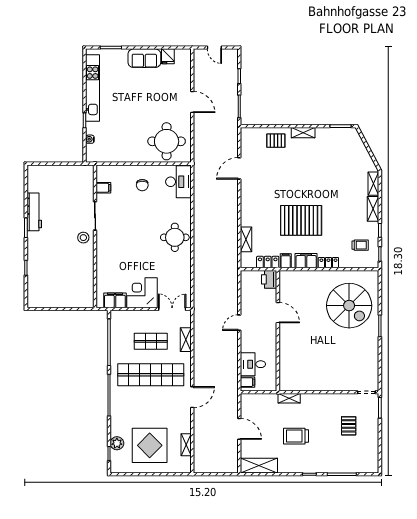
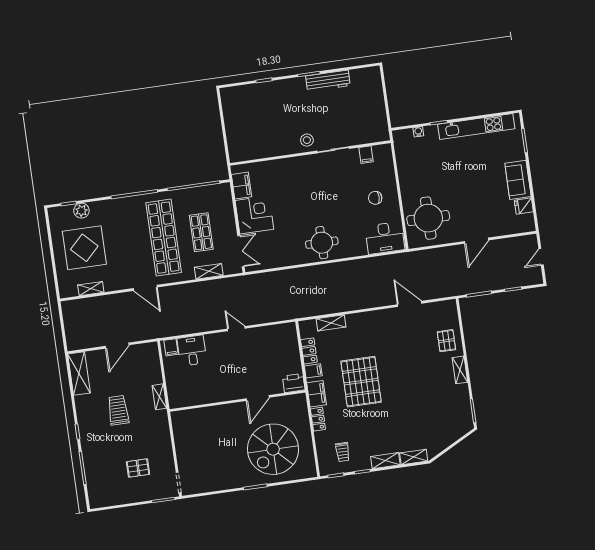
printer: (269, 279) -> (294, 383), moved
door: (278, 313) -> (258, 398), moved
wall: (278, 331) -> (237, 401), moved

